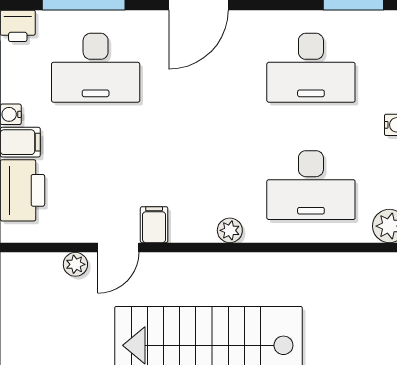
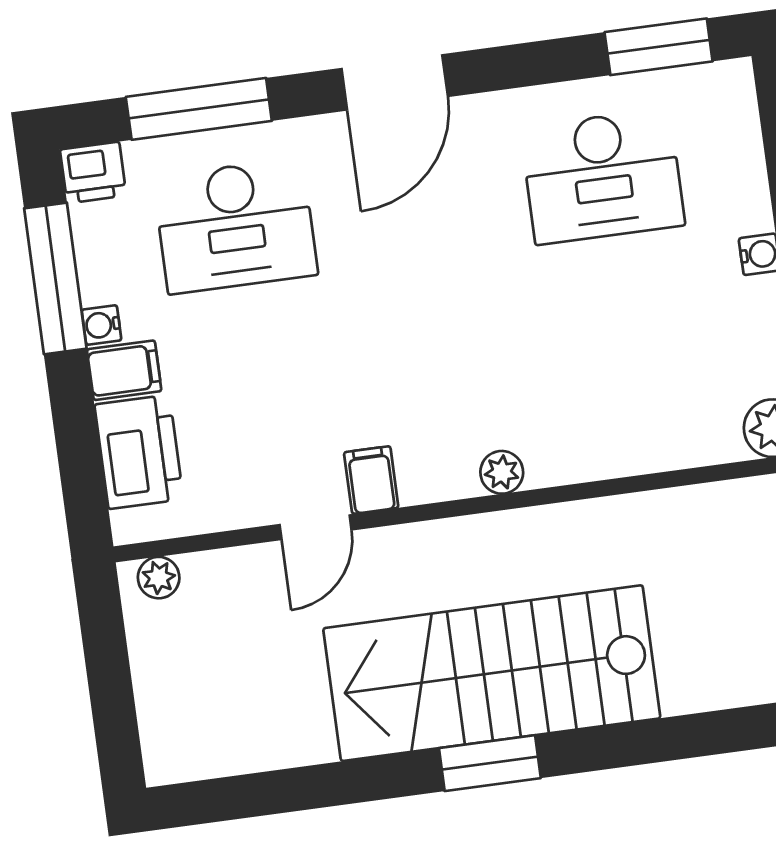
desk: (311, 185) -> (630, 376), removed
plant: (75, 264) -> (159, 578), moved

